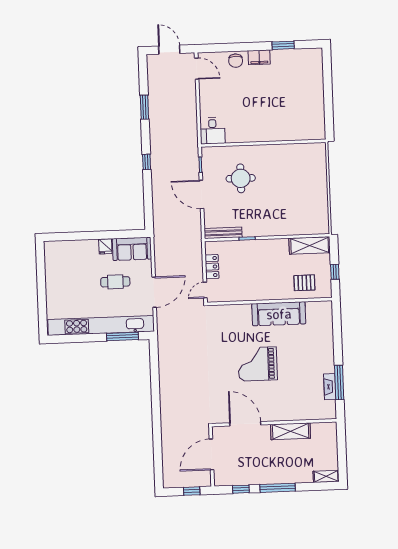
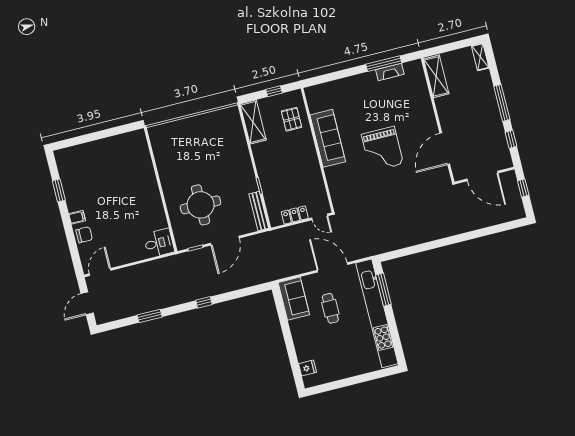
filing cabinet: (259, 57) -> (77, 217), width x0.50
round table: (241, 178) -> (201, 205), width x1.36, depth x1.36
fridge: (105, 246) -> (308, 368), moved
shelving: (291, 431) -> (436, 76), moved

